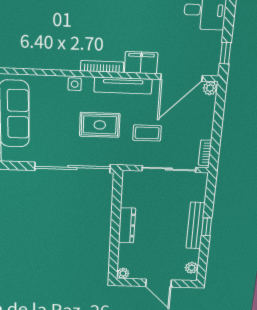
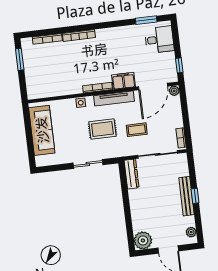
sliding door: (72, 167) -> (88, 164), width x0.54
dresser: (127, 225) -> (132, 174), moved
plant: (123, 273) -> (143, 240), width x1.88, depth x1.88

